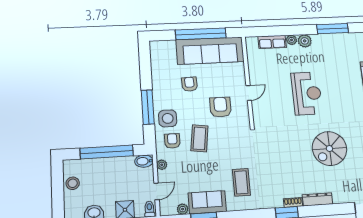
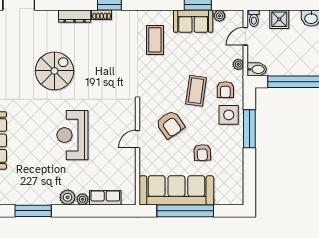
armchair: (220, 107) -> (170, 124), turned -35

